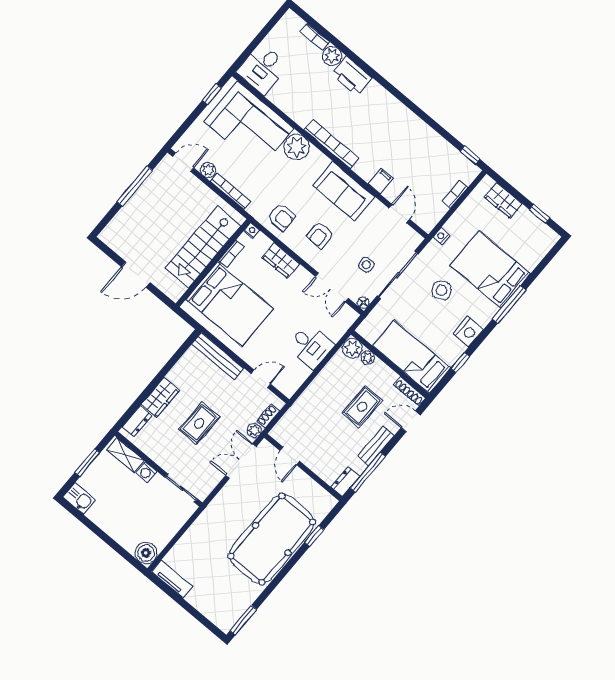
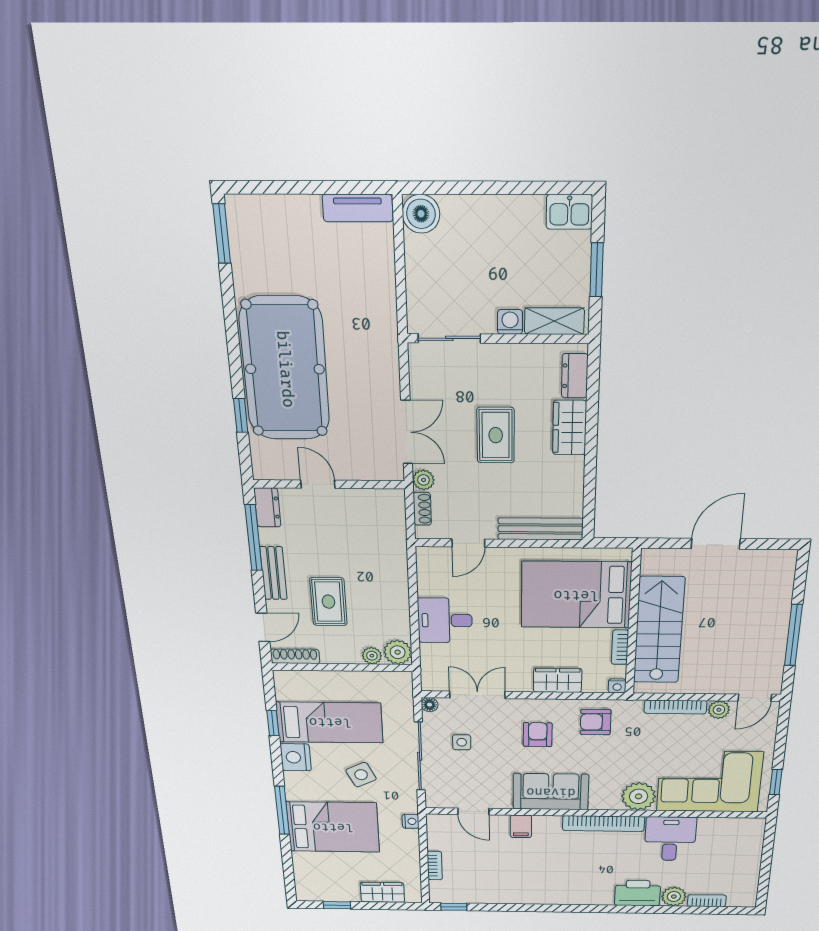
desk: (262, 69) -> (670, 839), moved
bed: (412, 357) -> (330, 722), moved
door: (290, 456) -> (318, 484), moved

